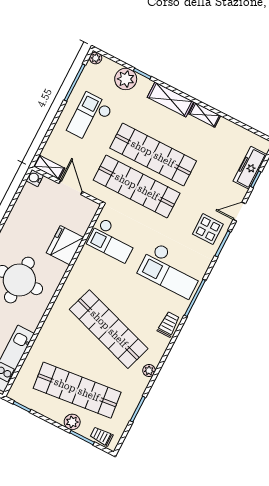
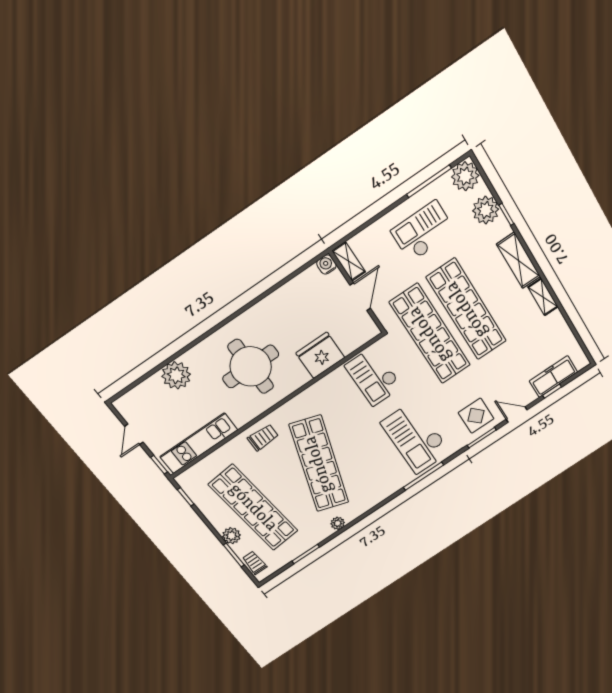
plant: (96, 58) -> (465, 176), width x1.87, depth x1.87
trolley: (169, 324) -> (263, 437), moved

